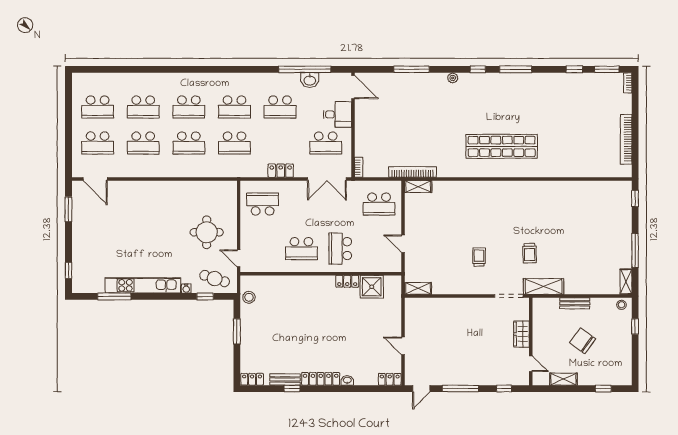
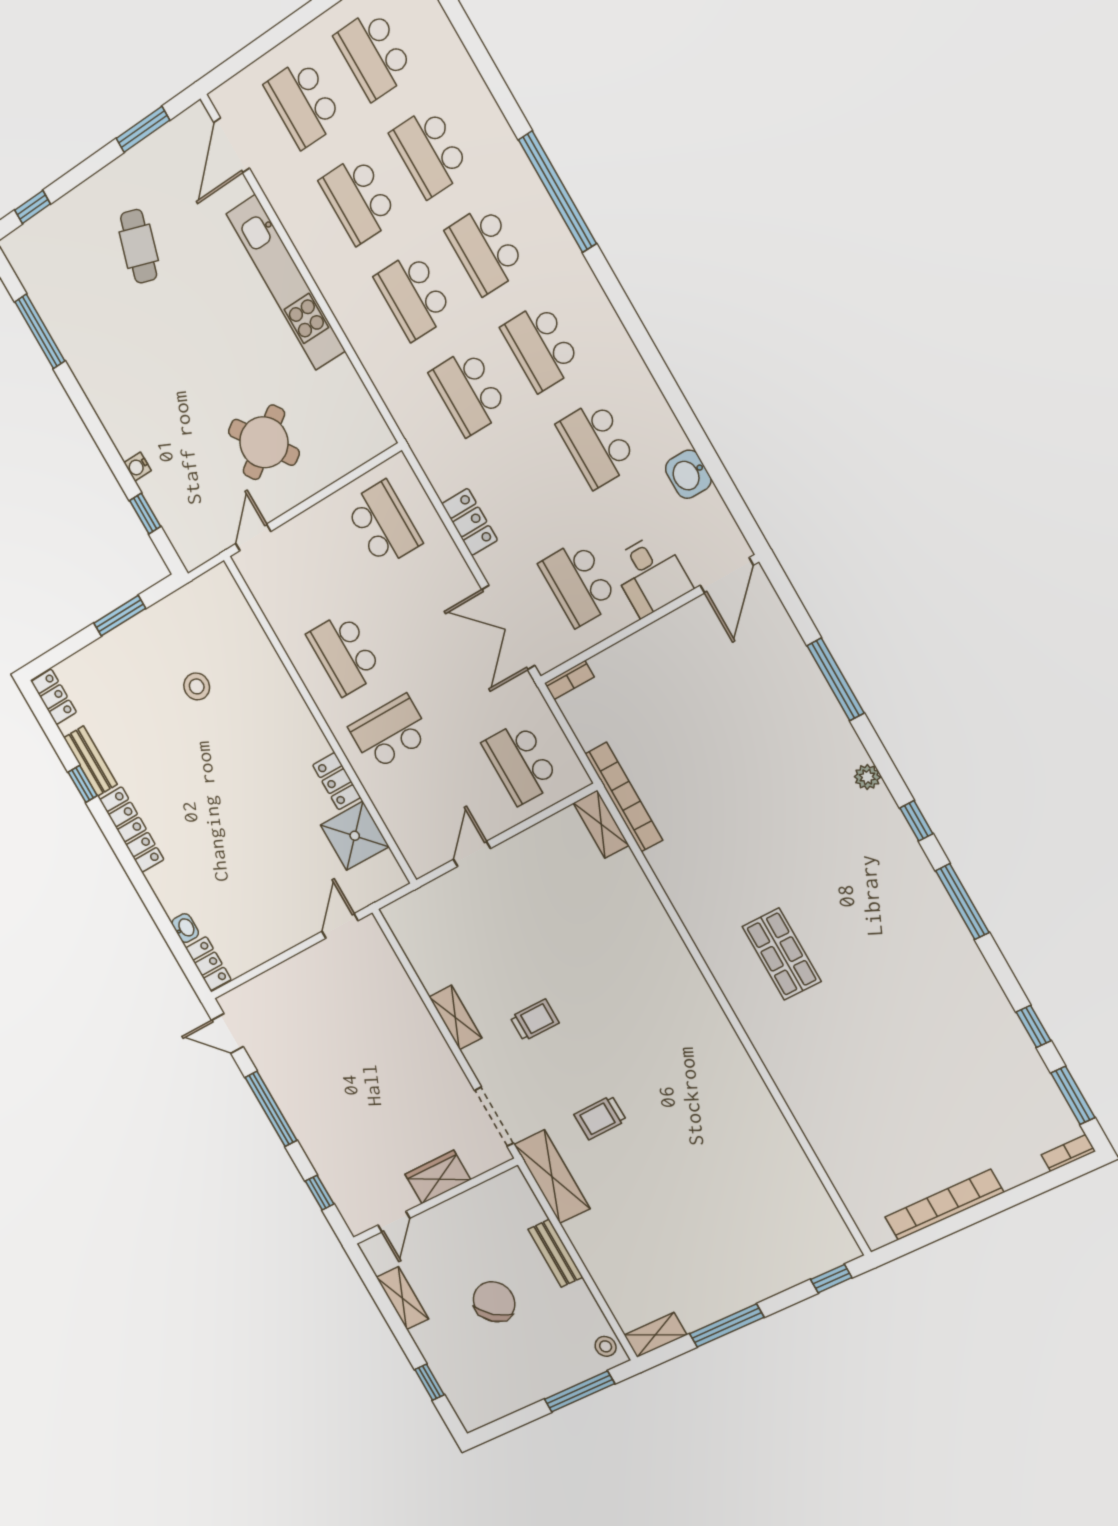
window: (305, 69) -> (557, 192), moved
shop shelf: (502, 146) -> (782, 954), width x0.50, depth x0.74
round table: (207, 232) -> (264, 442), turned -35
cafe table: (215, 279) -> (139, 246), moved
kitchen unit: (143, 285) -> (286, 282), moved, turned 180
shelving: (418, 288) -> (455, 1017), moved
stool: (249, 297) -> (197, 686), moved
window: (635, 327) -> (580, 1391), width x2.17
door: (403, 346) -> (340, 926), moved
washbasin: (347, 380) -> (185, 928), moved

